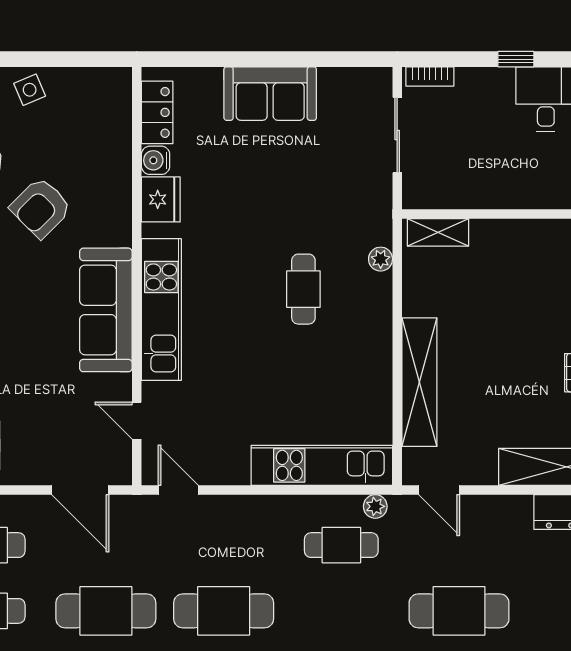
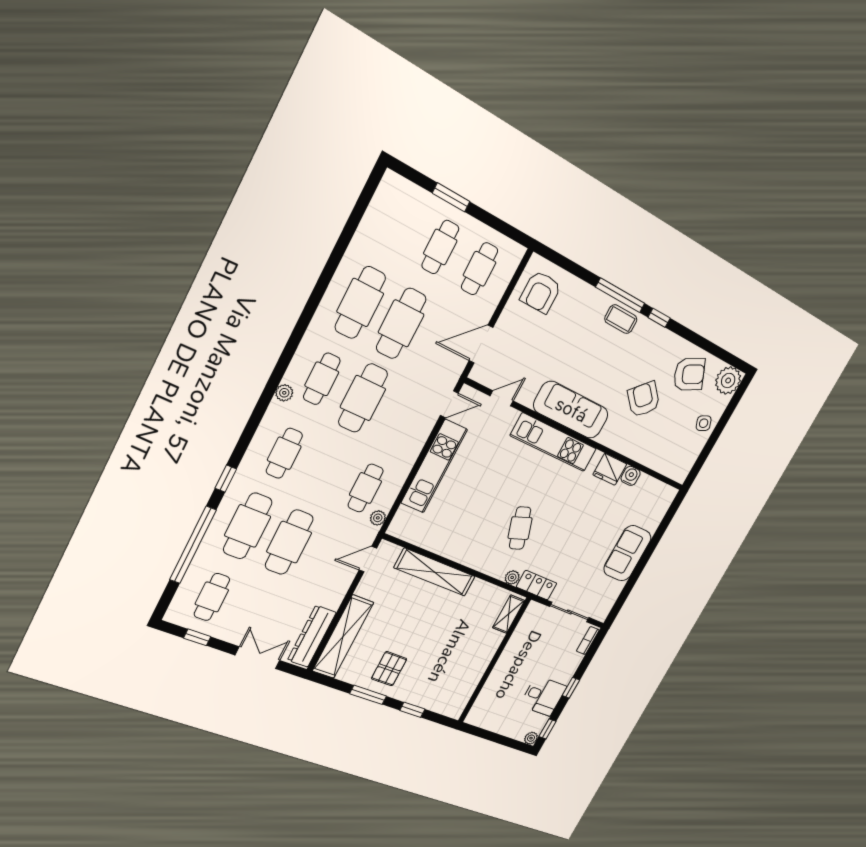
locker: (157, 112) -> (537, 585), moved, turned 180
cafe table: (303, 289) -> (520, 528), turned 71
kitchen unit: (322, 465) -> (434, 466), moved

